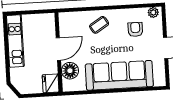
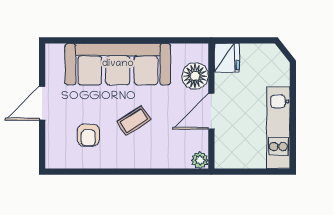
plant: (153, 12) -> (200, 160), moved
coffee table: (99, 25) -> (134, 121), moved

